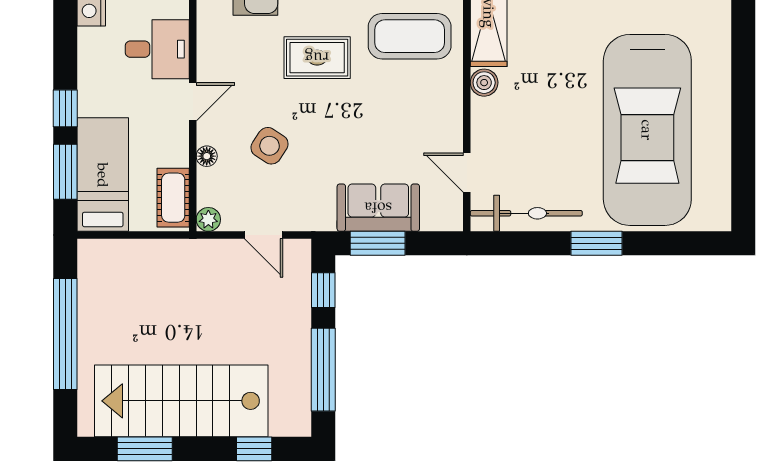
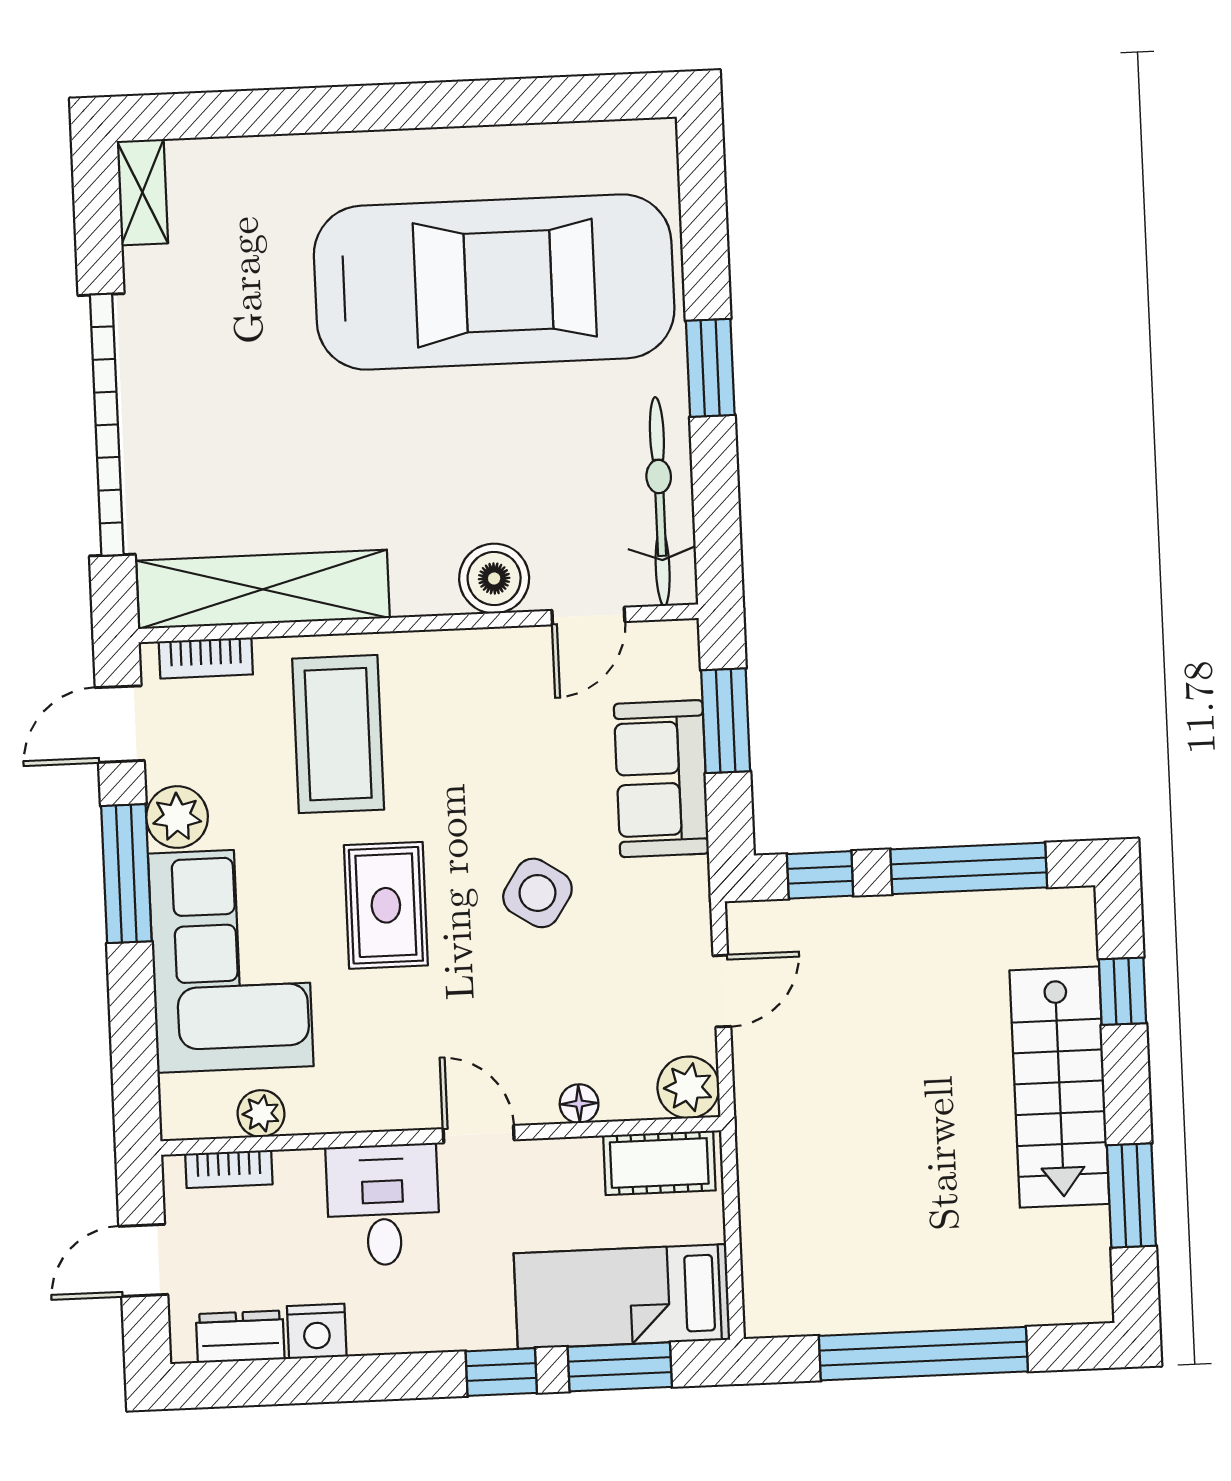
boiler: (484, 83) -> (494, 578), moved, width x1.36, depth x1.36
side table: (270, 146) -> (537, 893), moved
plant: (208, 219) -> (688, 1087), width x1.38, depth x1.38
window: (378, 243) -> (726, 721), moved
stairs: (181, 401) -> (1059, 1087), width x0.73, depth x0.66

